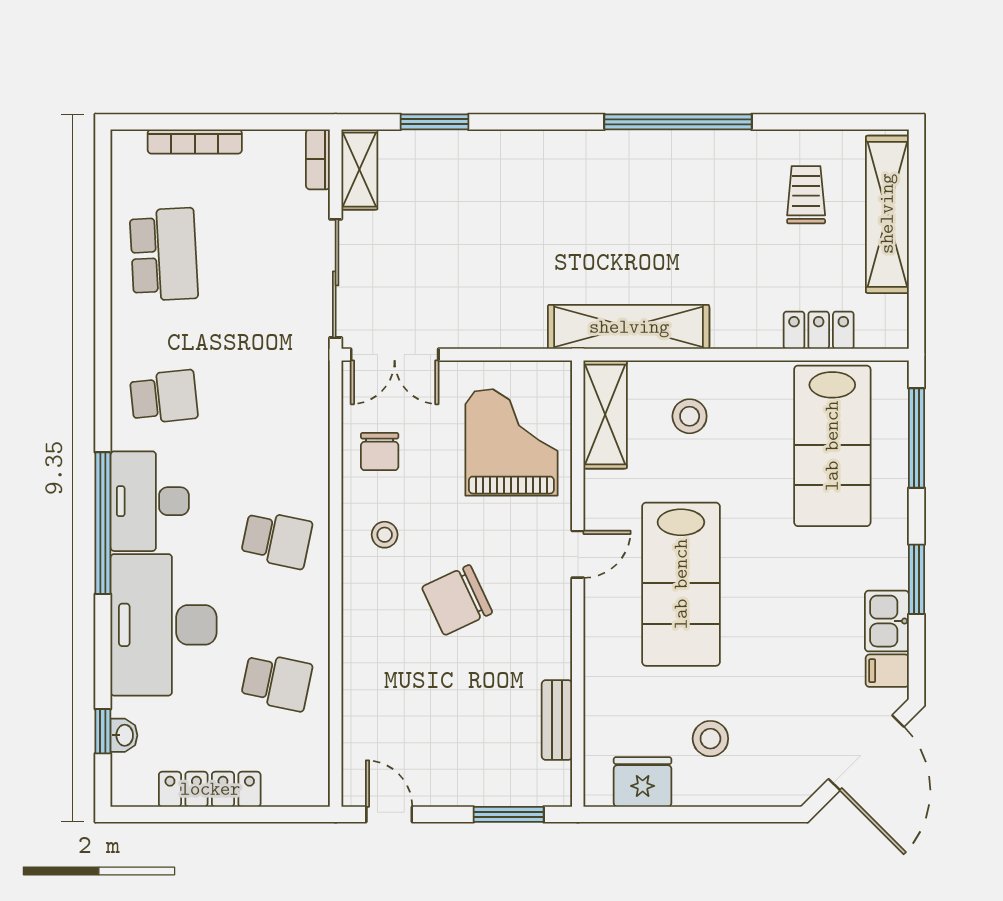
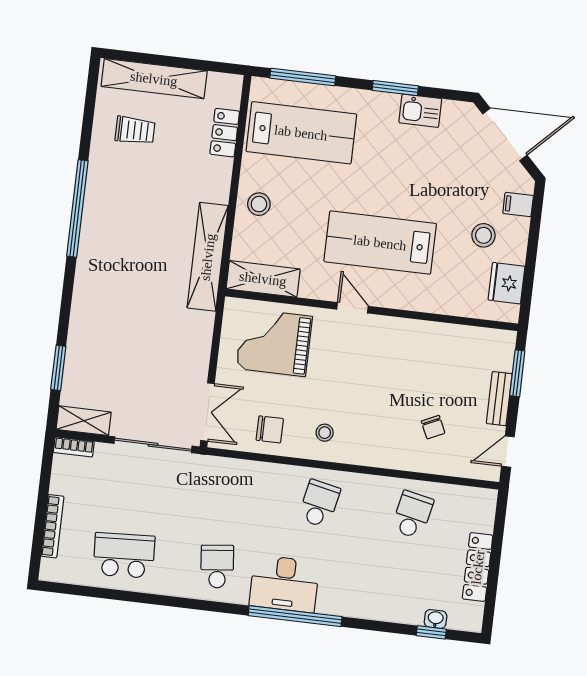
trolley: (806, 195) -> (135, 130), turned 180
stool: (690, 416) -> (259, 204), moved
lab bench: (681, 584) -> (380, 243), turned 180
chair: (457, 600) -> (433, 427), moved, width x0.54, depth x0.54
desk: (163, 625) -> (366, 584), removed
filing cabinet: (887, 671) -> (518, 205), moved, turned 90
bench: (557, 720) -> (499, 399), moved, turned 90

